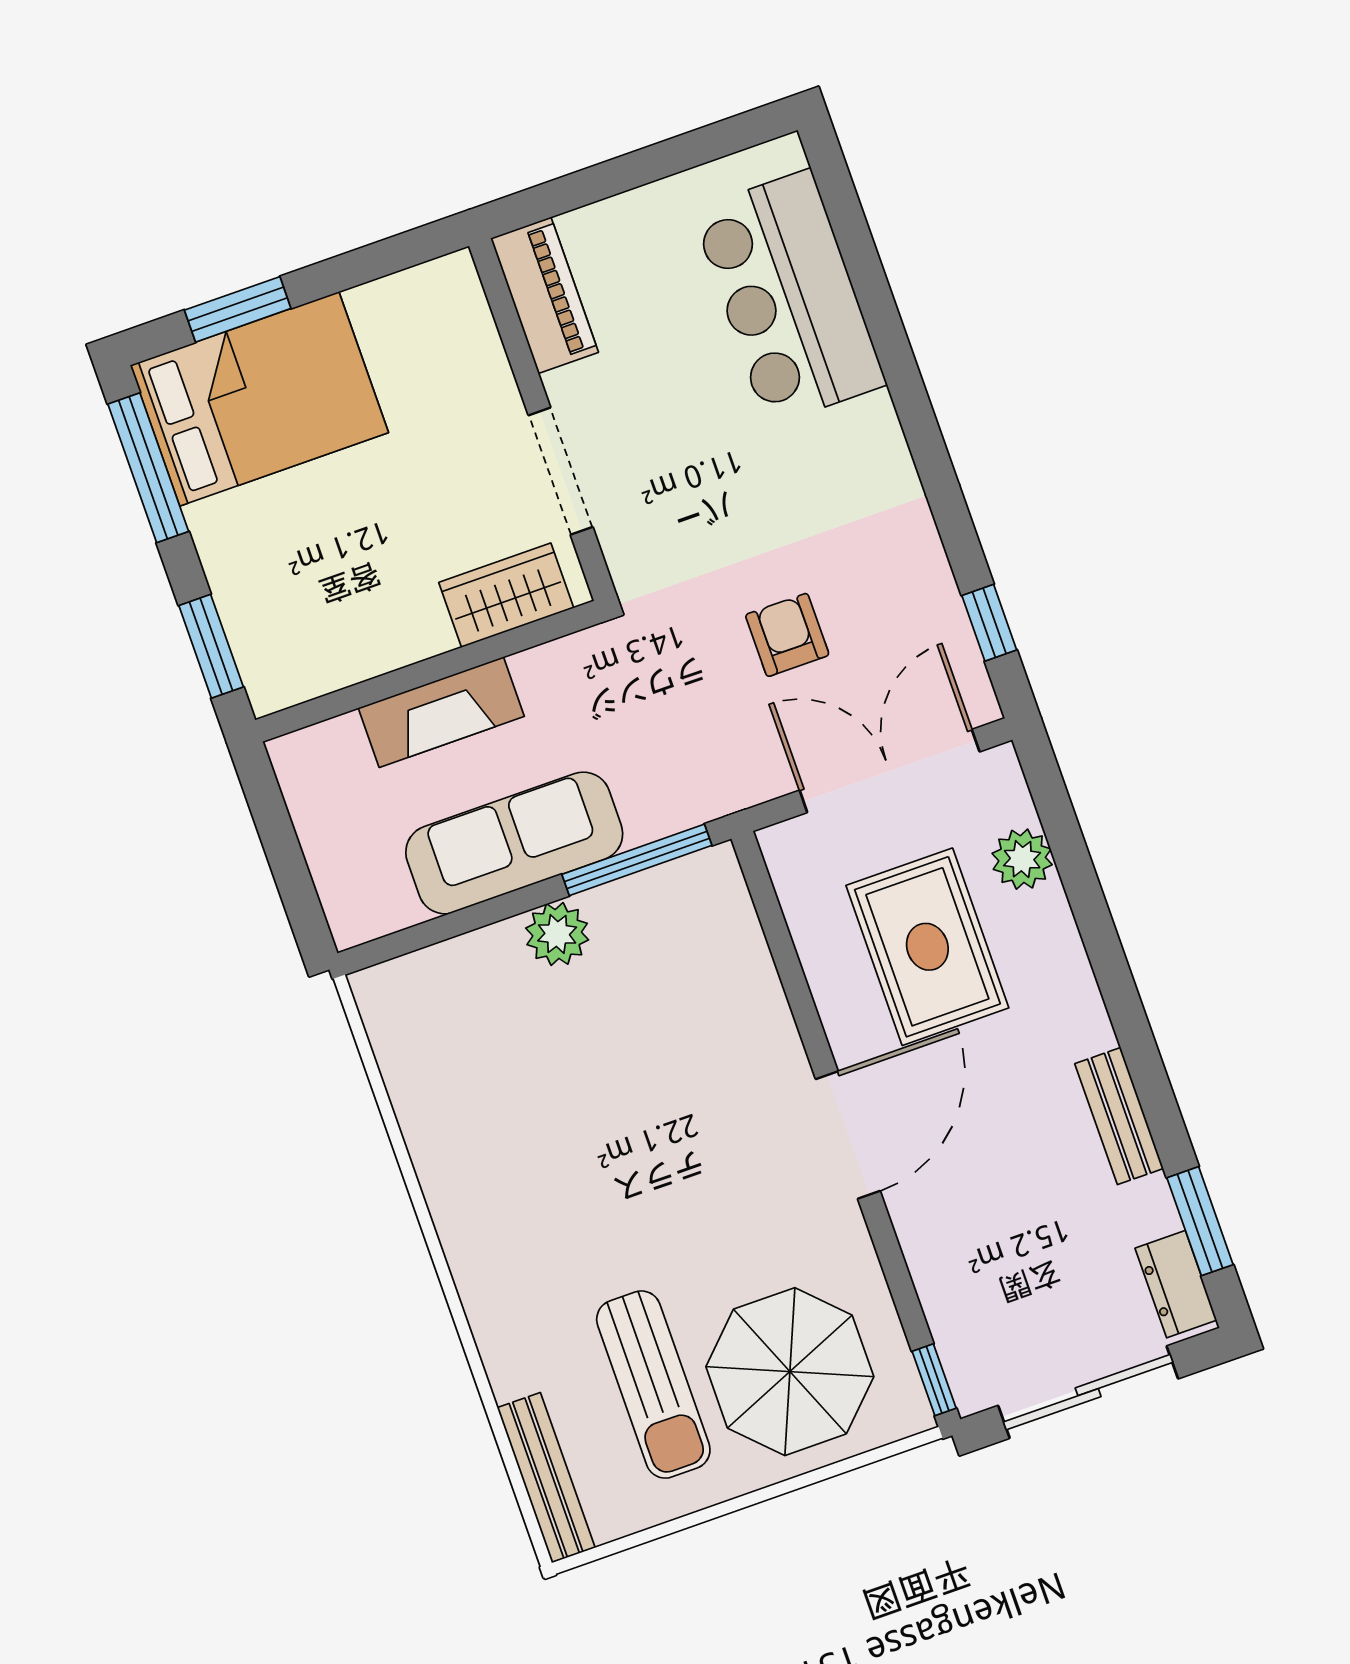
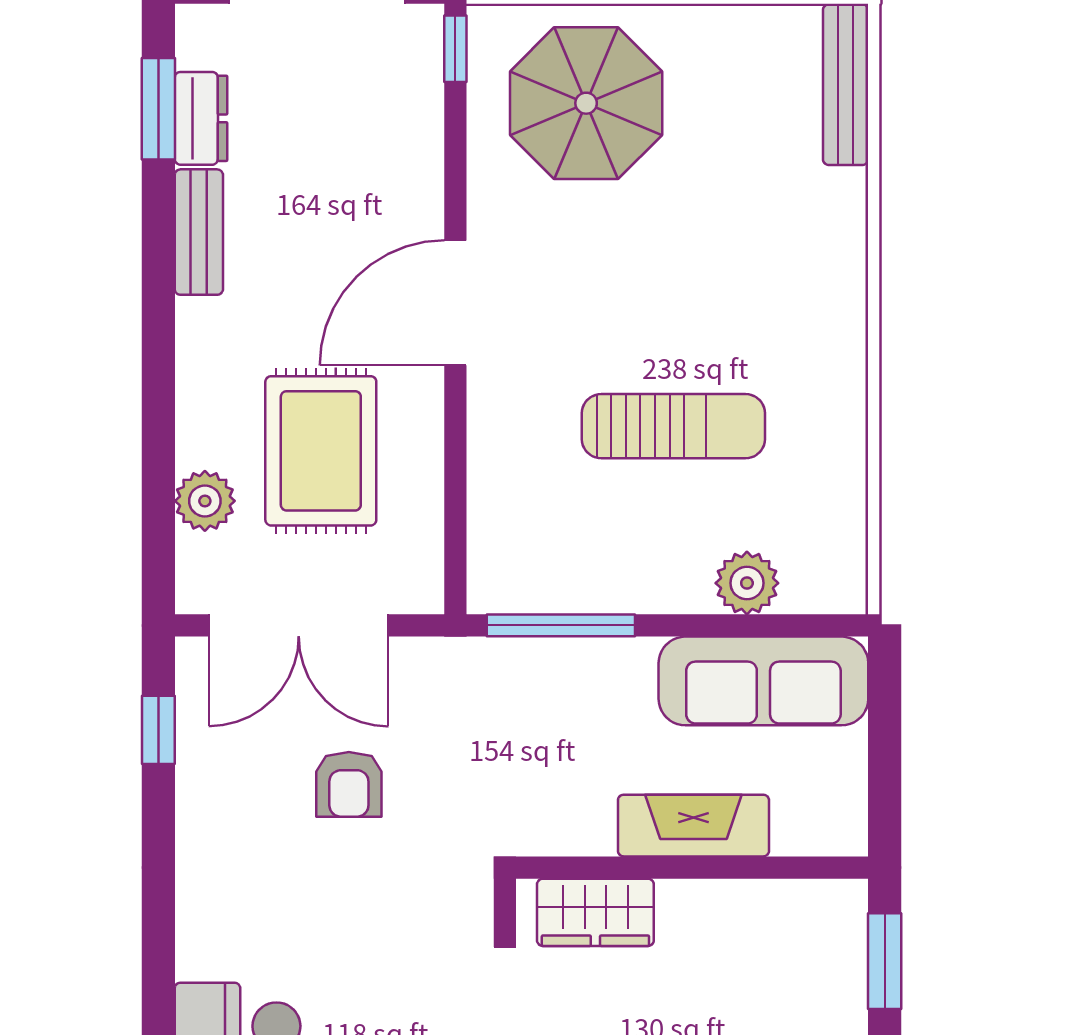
sofa: (514, 843) -> (763, 681), moved
plant: (557, 934) -> (747, 583), moved
dresser: (1176, 1284) -> (201, 118), moved
sun lounger: (653, 1385) -> (673, 426), moved, turned 90

